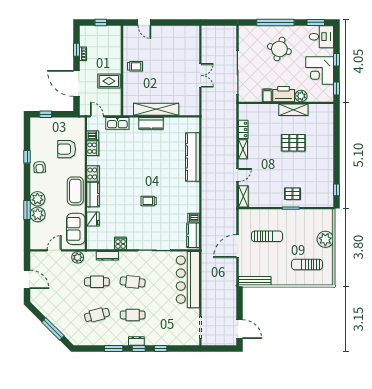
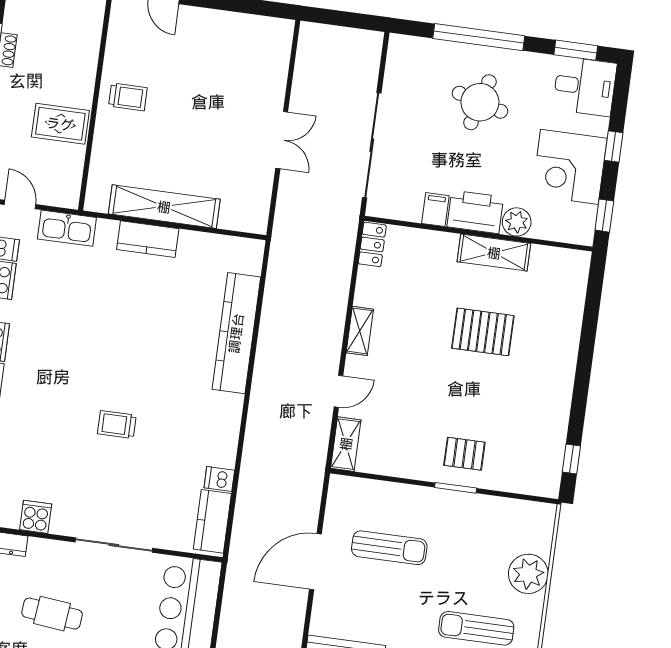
locker: (243, 129) -> (372, 244), moved

